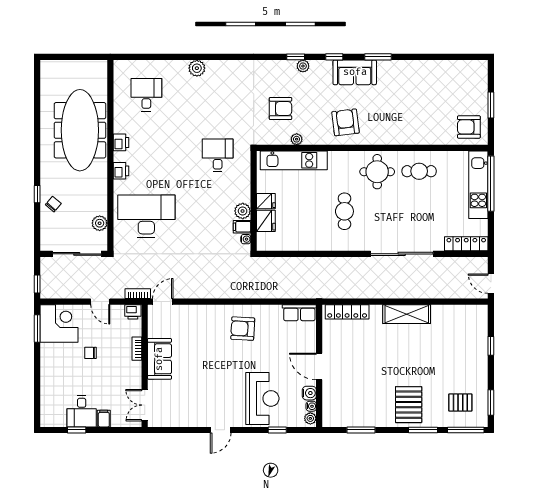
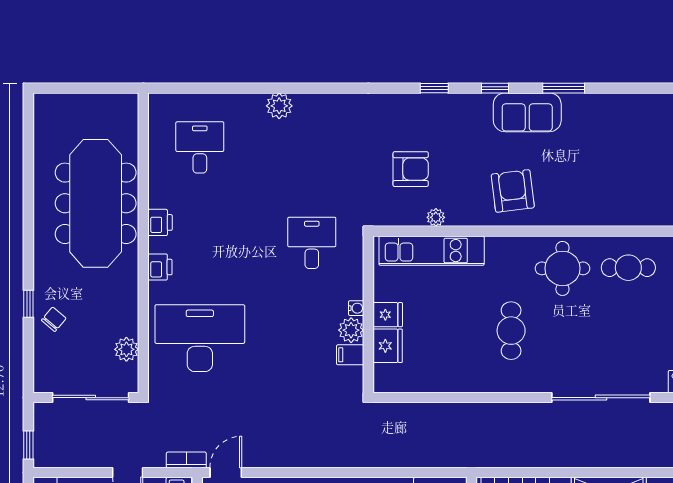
plant: (303, 66) -> (446, 102), removed
water cooler: (246, 239) -> (356, 308), moved

